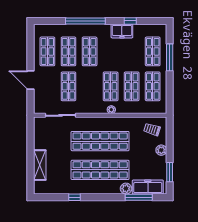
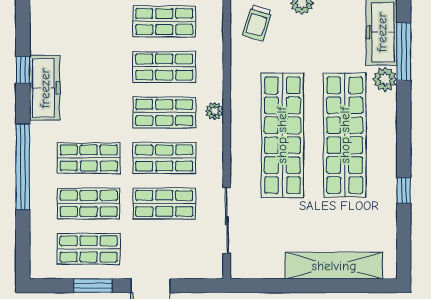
freezer: (122, 31) -> (45, 88), width x1.40
shop shelf: (153, 51) -> (164, 158), moved
window: (30, 53) -> (93, 286), added
shelving: (40, 165) -> (334, 266), width x1.47

